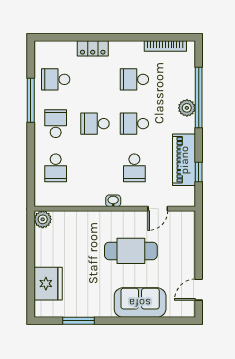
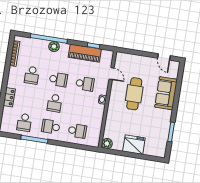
school desk: (134, 124) -> (58, 80), turned -90
fridge: (48, 284) -> (134, 145), moved

